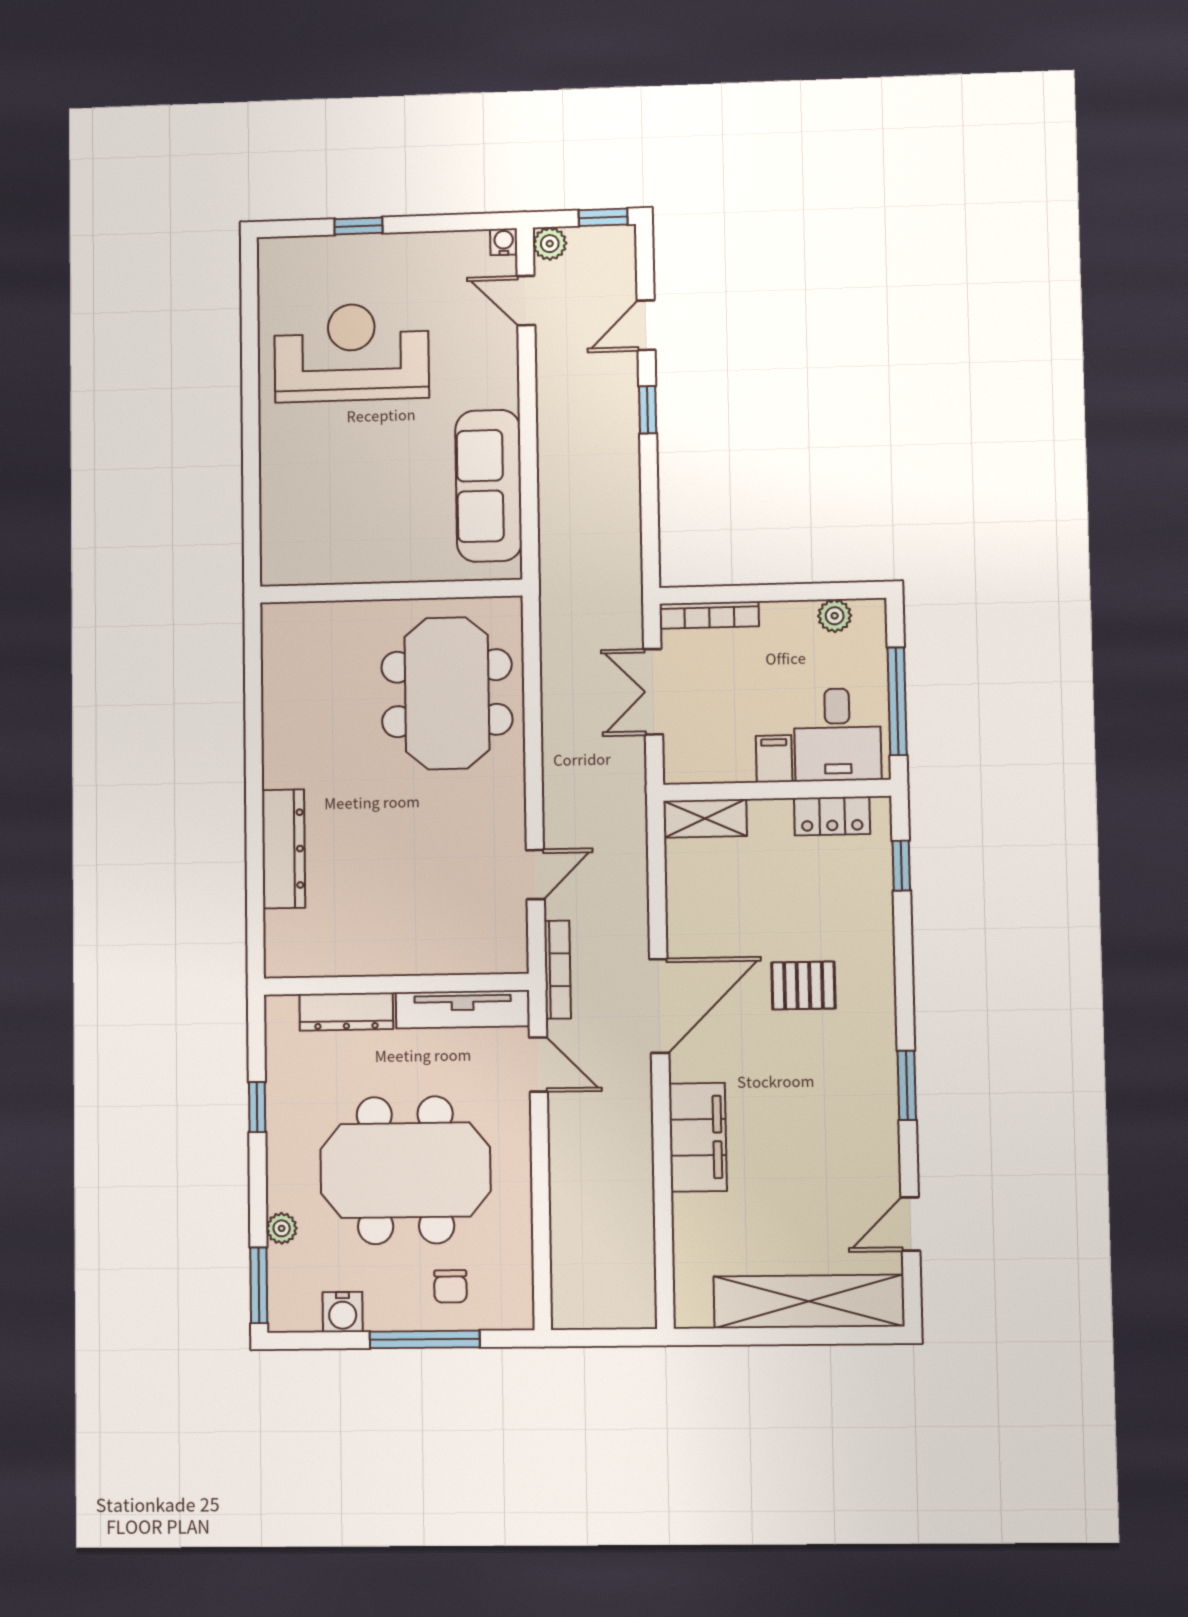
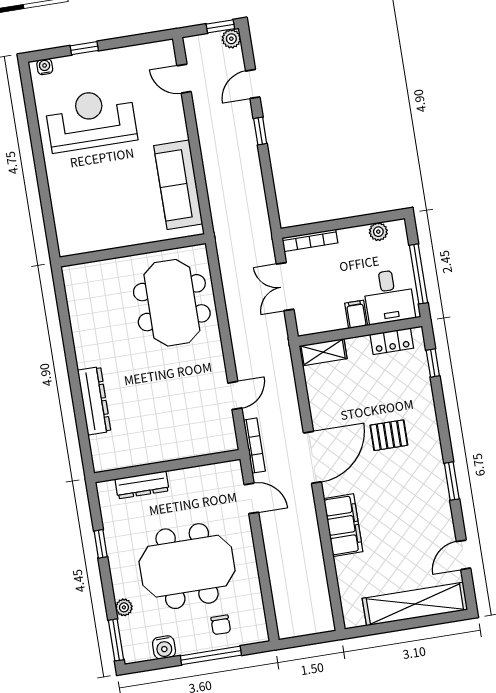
water cooler: (504, 242) -> (45, 67), moved
plant: (550, 244) -> (231, 39), moved
tv unit: (463, 1009) -> (206, 474), removed

